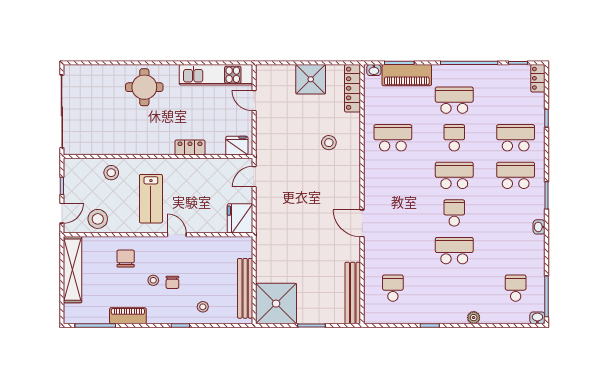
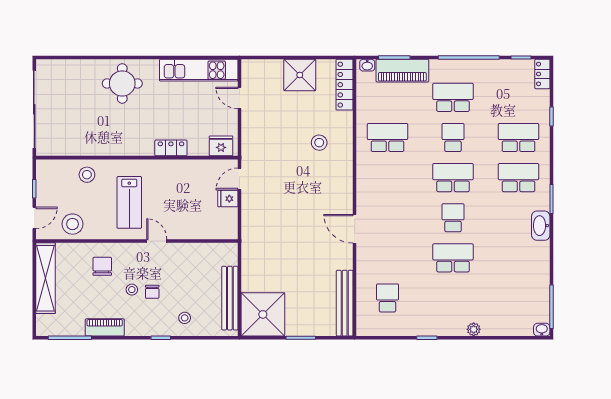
fridge: (240, 218) -> (228, 199), moved, width x0.53, depth x0.75
washbasin: (539, 227) -> (541, 226), width x1.91, depth x1.45
school desk: (516, 288) -> (518, 298), removed

